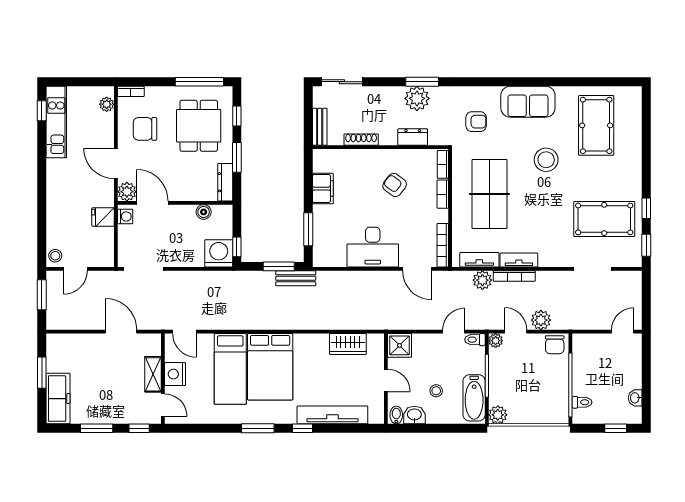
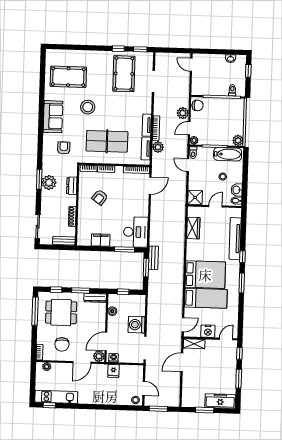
window: (237, 247) -> (123, 292), moved
desk: (373, 247) -> (136, 232), moved
washing machine: (219, 253) -> (136, 325), moved
shelving: (153, 374) -> (194, 344), moved

